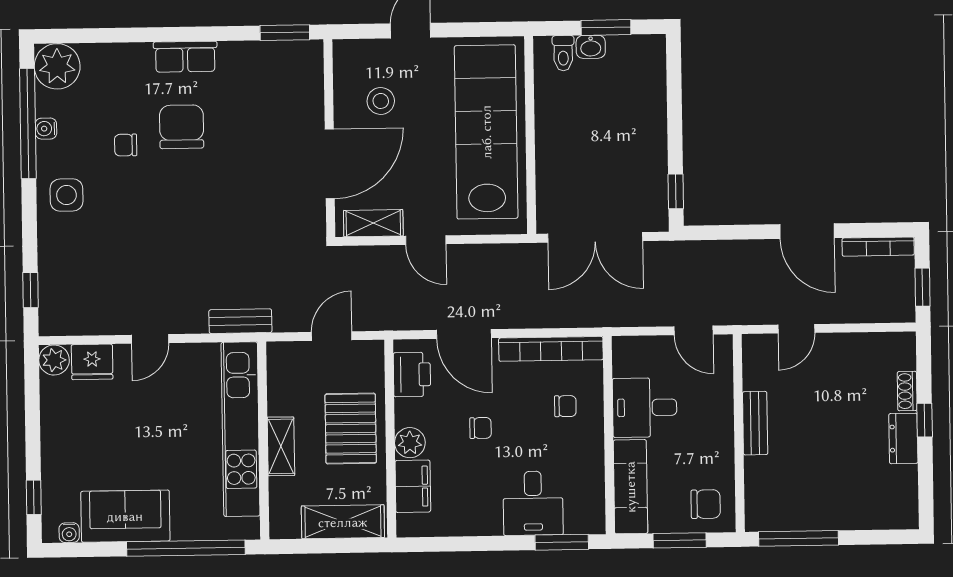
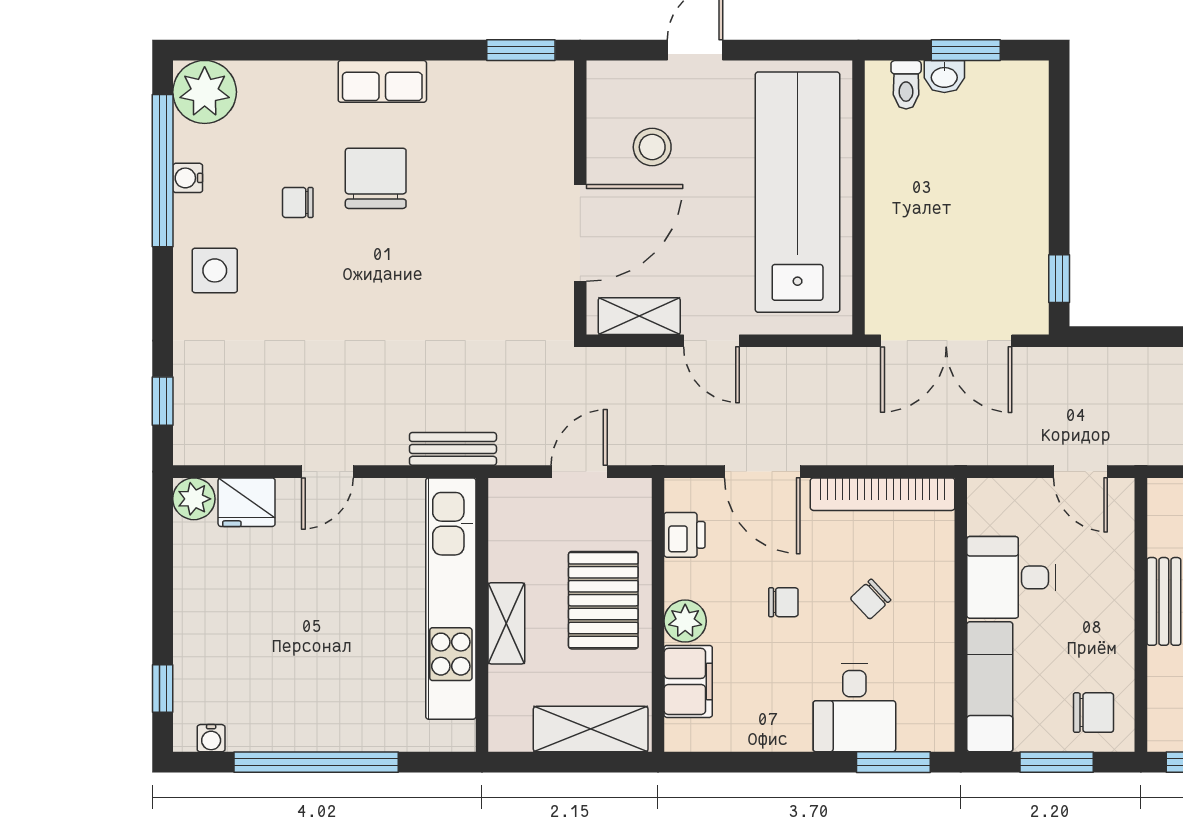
printer: (412, 375) -> (685, 535), width x0.73, depth x0.81
chair: (565, 406) -> (870, 599), moved, turned 137
sofa: (125, 516) -> (289, 717), removed
window: (186, 548) -> (316, 762), moved

